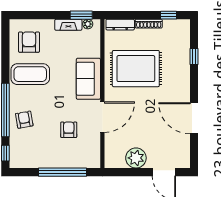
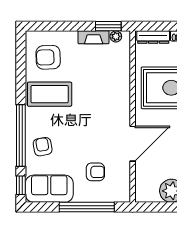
armchair: (29, 42) -> (48, 57), turned -92
sofa: (88, 79) -> (49, 189), moved, turned 90
armchair: (69, 130) -> (95, 172), moved, turned 90

